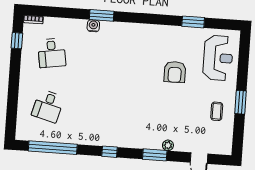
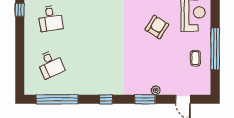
armchair: (175, 72) -> (157, 27), turned -148
window: (240, 102) -> (215, 49), width x2.11
desk: (48, 106) -> (50, 64), turned -39

